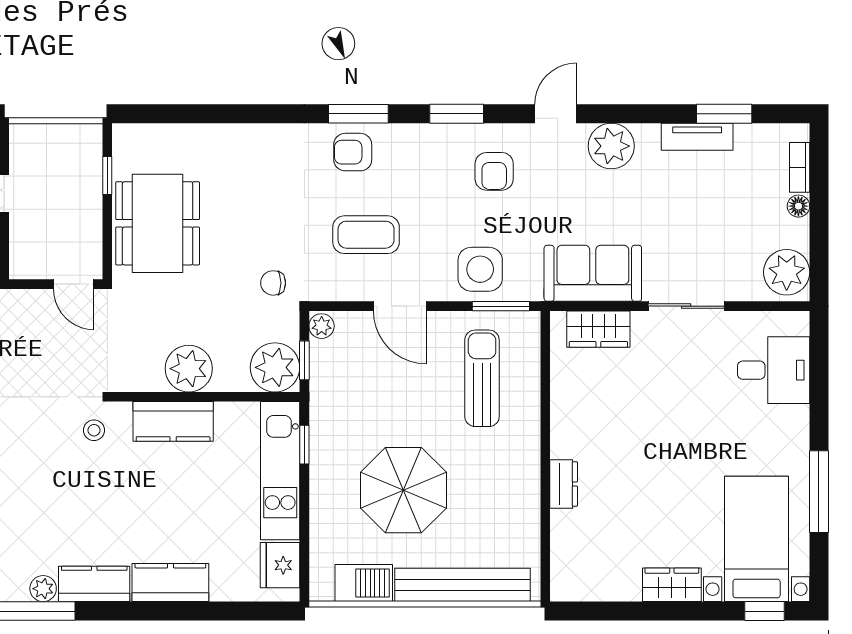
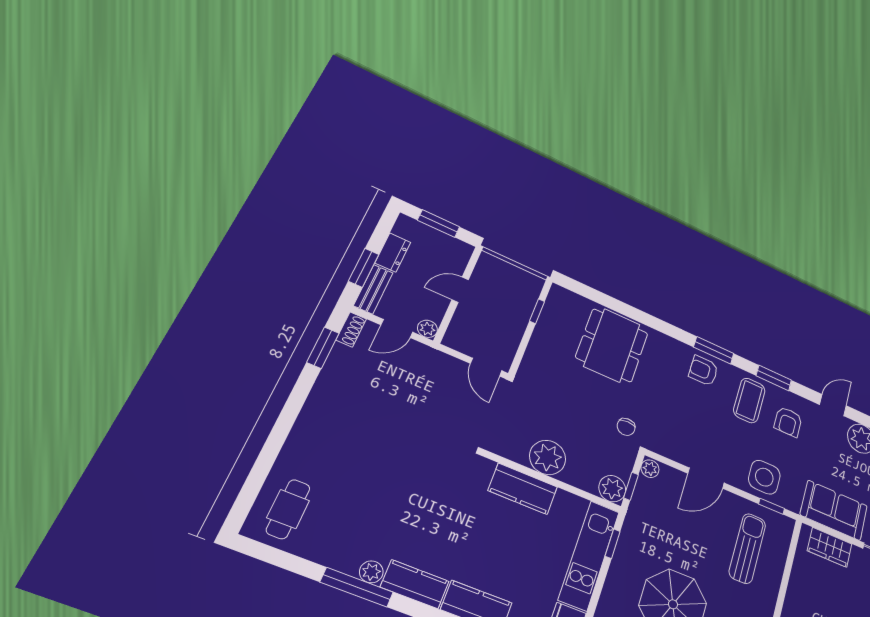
dining table: (158, 223) -> (612, 345), moved
coffee table: (366, 235) -> (749, 400), moved, turned 90
chair: (273, 283) -> (626, 427), turned -90
door: (400, 306) -> (706, 478), hinge flipped
window: (501, 306) -> (772, 506), width x0.67
plant: (275, 367) -> (612, 489), width x0.73, depth x0.73
stool: (94, 430) -> (461, 471), removed

